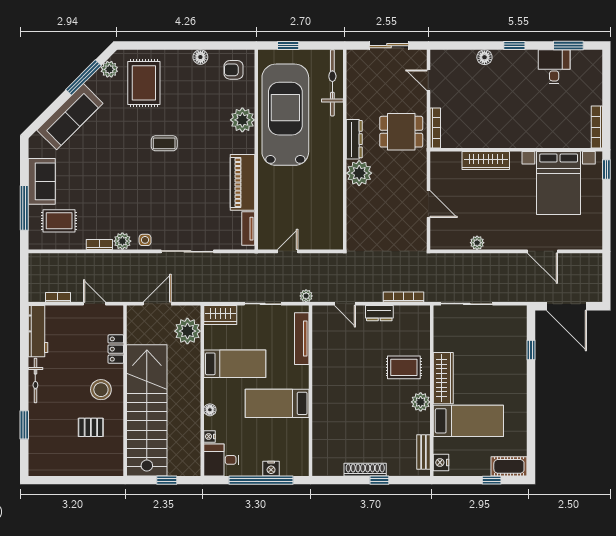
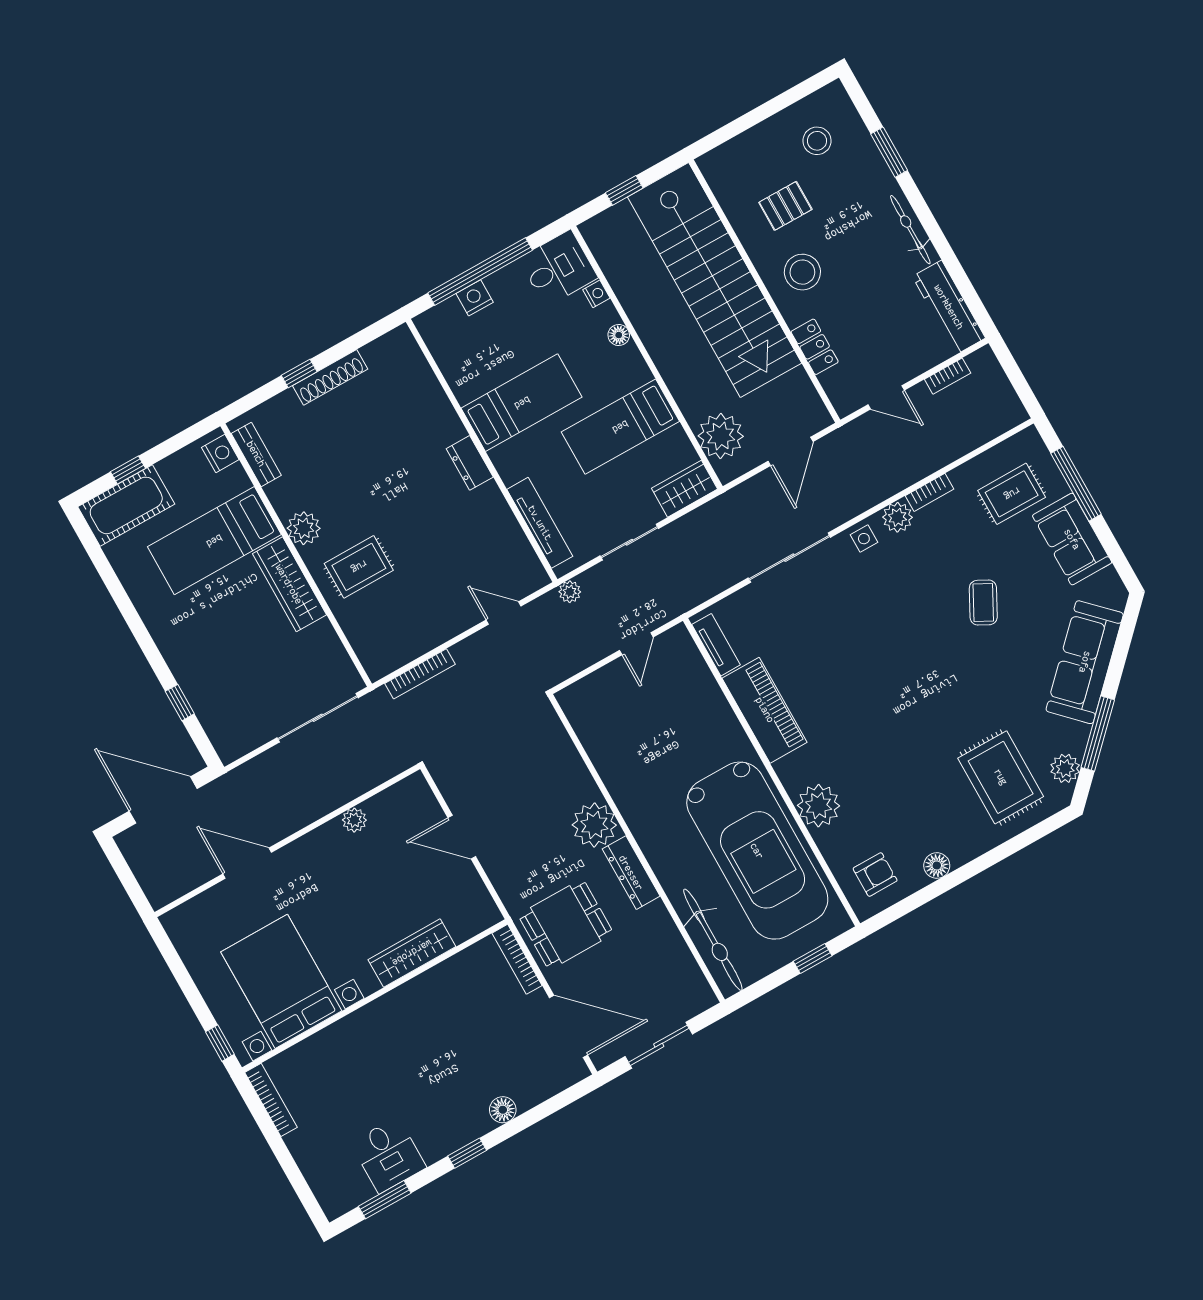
door: (428, 80) -> (569, 1026), width x1.87
coffee table: (164, 143) -> (983, 603), moved, turned -62
dresser: (379, 313) -> (470, 463), moved, turned -90
stool: (57, 451) -> (817, 141), added
cot: (509, 466) -> (126, 505), width x1.37, depth x1.34

